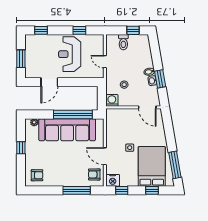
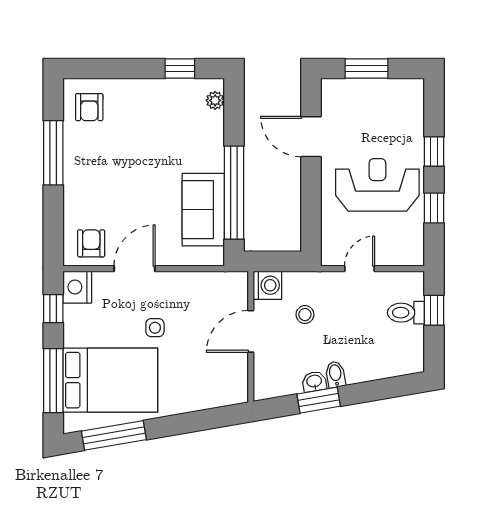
window: (41, 30) -> (434, 151), moved
window: (133, 30) -> (434, 310), moved
door: (147, 107) -> (251, 331), moved
sofa: (67, 130) -> (203, 210), width x0.54, depth x0.79
window: (21, 148) -> (180, 69), moved
window: (77, 190) -> (53, 153), moved
window: (152, 190) -> (53, 381), width x2.17

